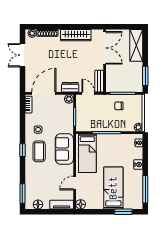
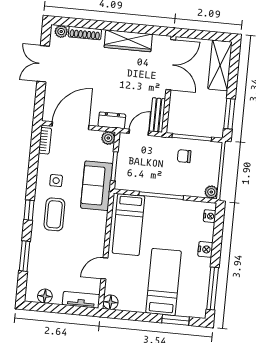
door: (88, 93) -> (139, 132), hinge flipped
sofa: (64, 149) -> (97, 186), moved
window: (22, 194) -> (25, 256), moved

